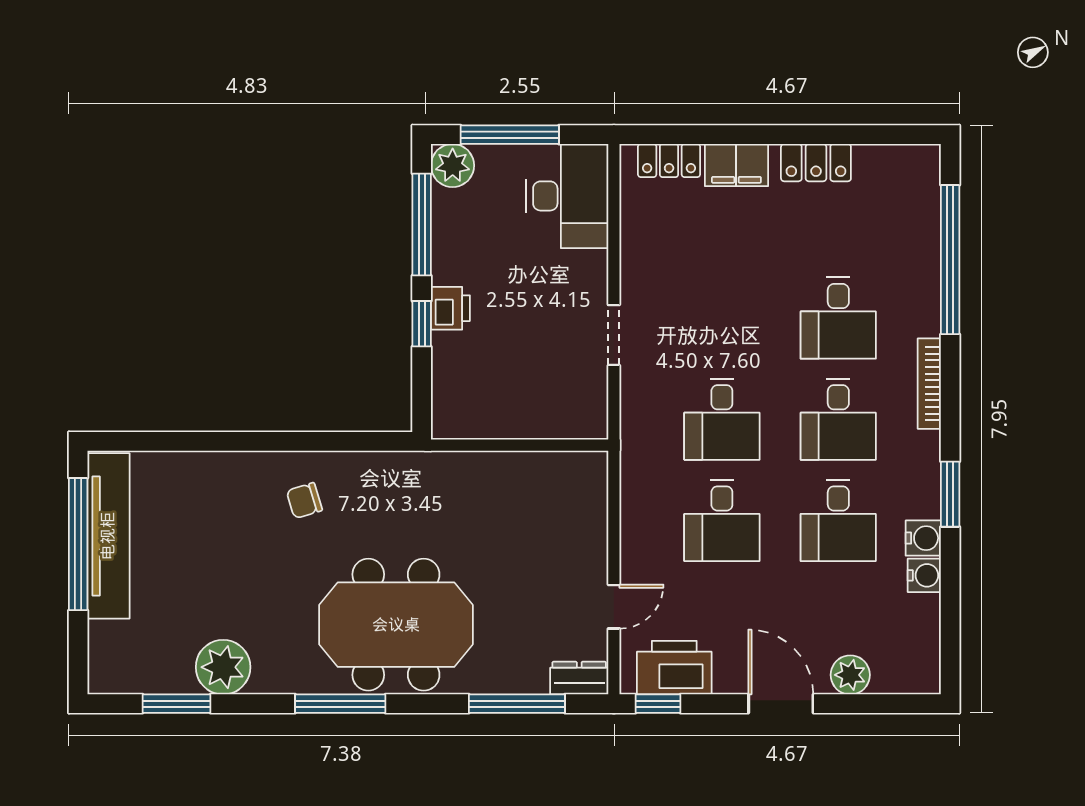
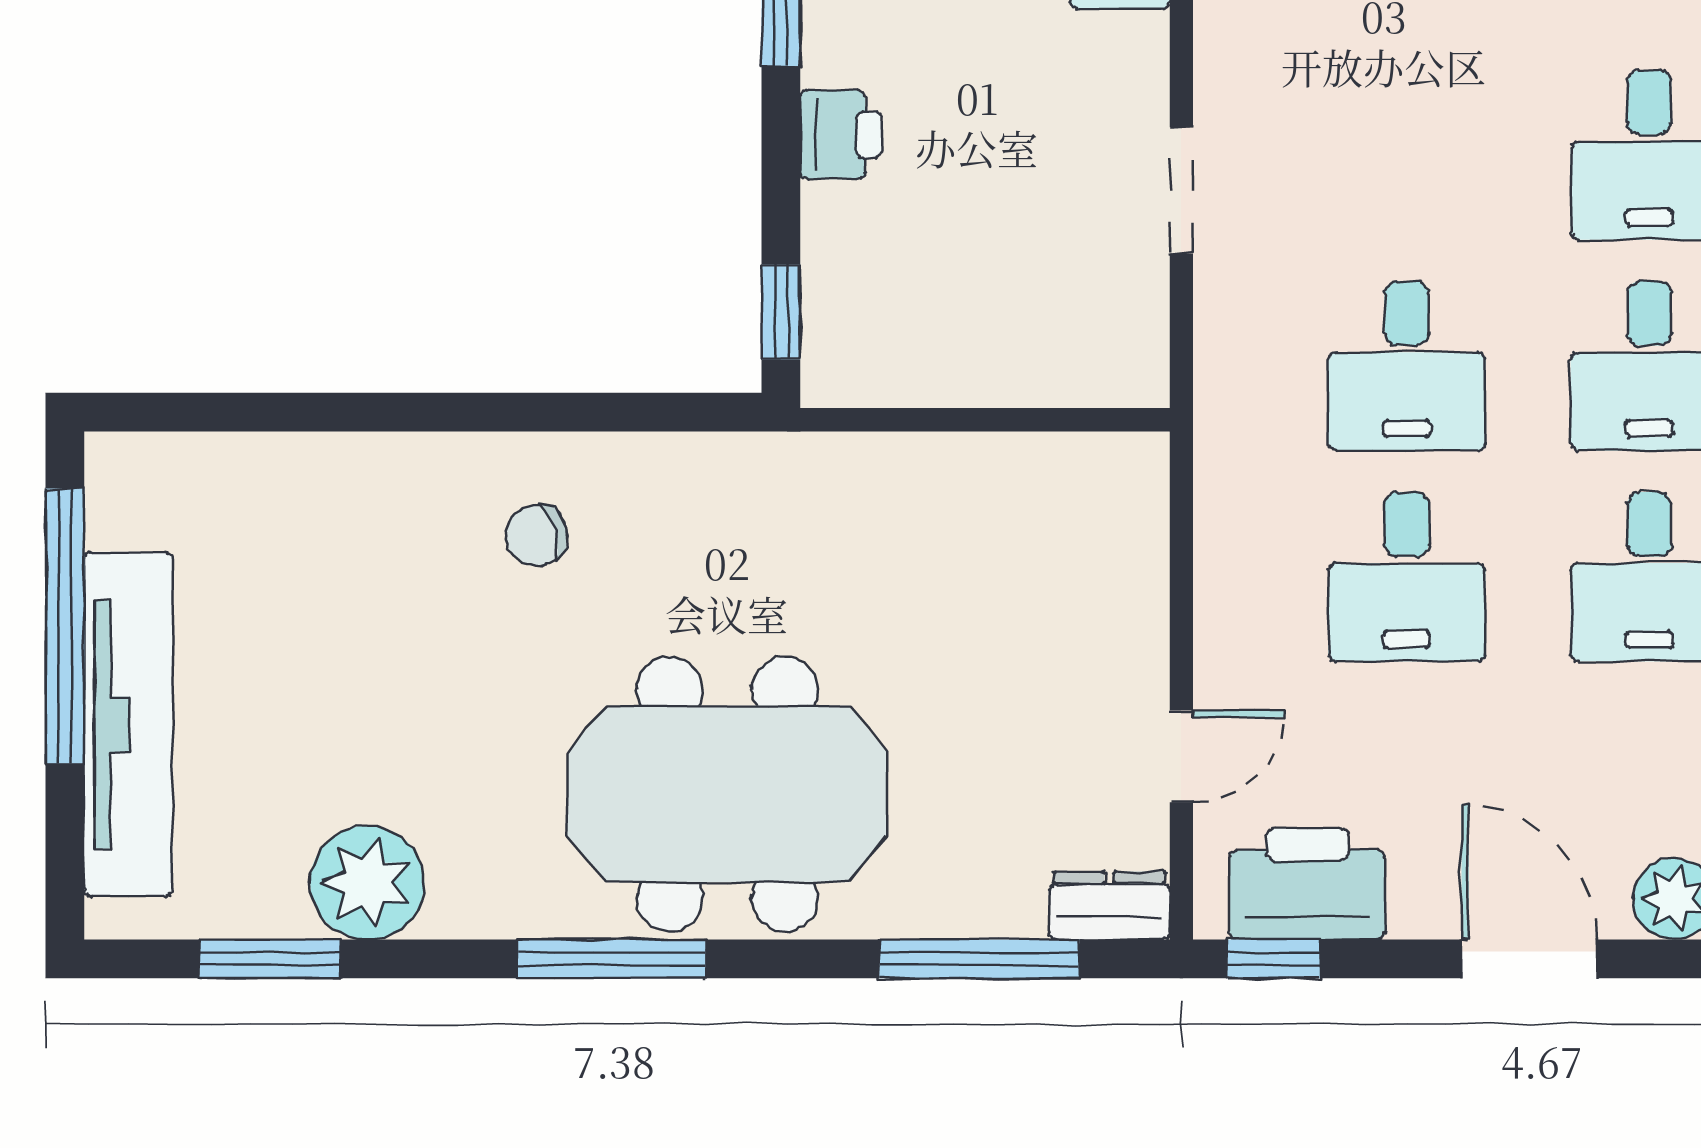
window: (422, 324) -> (781, 312), moved
tv unit: (108, 536) -> (128, 724), moved

